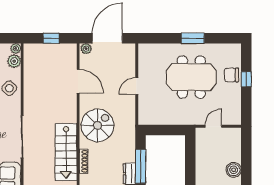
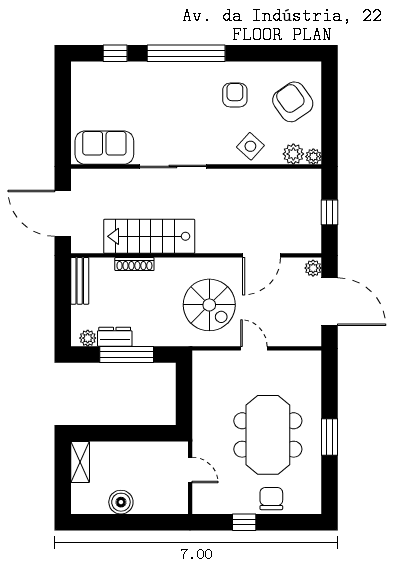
window: (246, 79) -> (244, 522), moved
spiral stairs: (97, 125) -> (209, 305), moved

